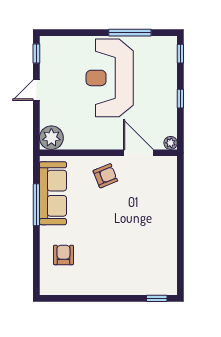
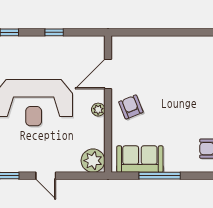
plant: (171, 143) -> (98, 110), moved
sofa: (53, 193) -> (140, 159), width x0.73

